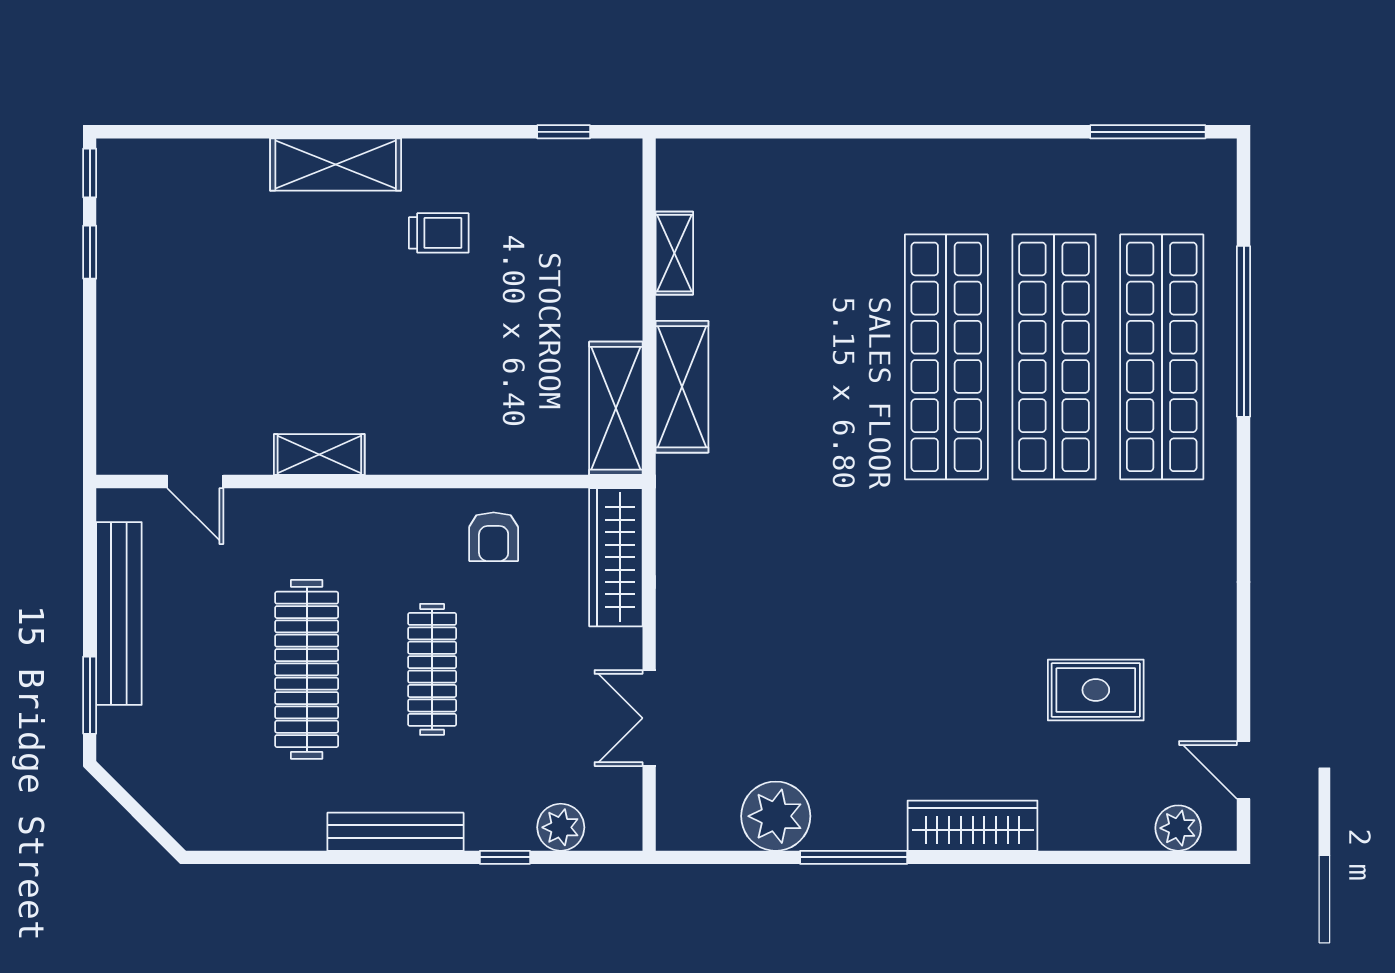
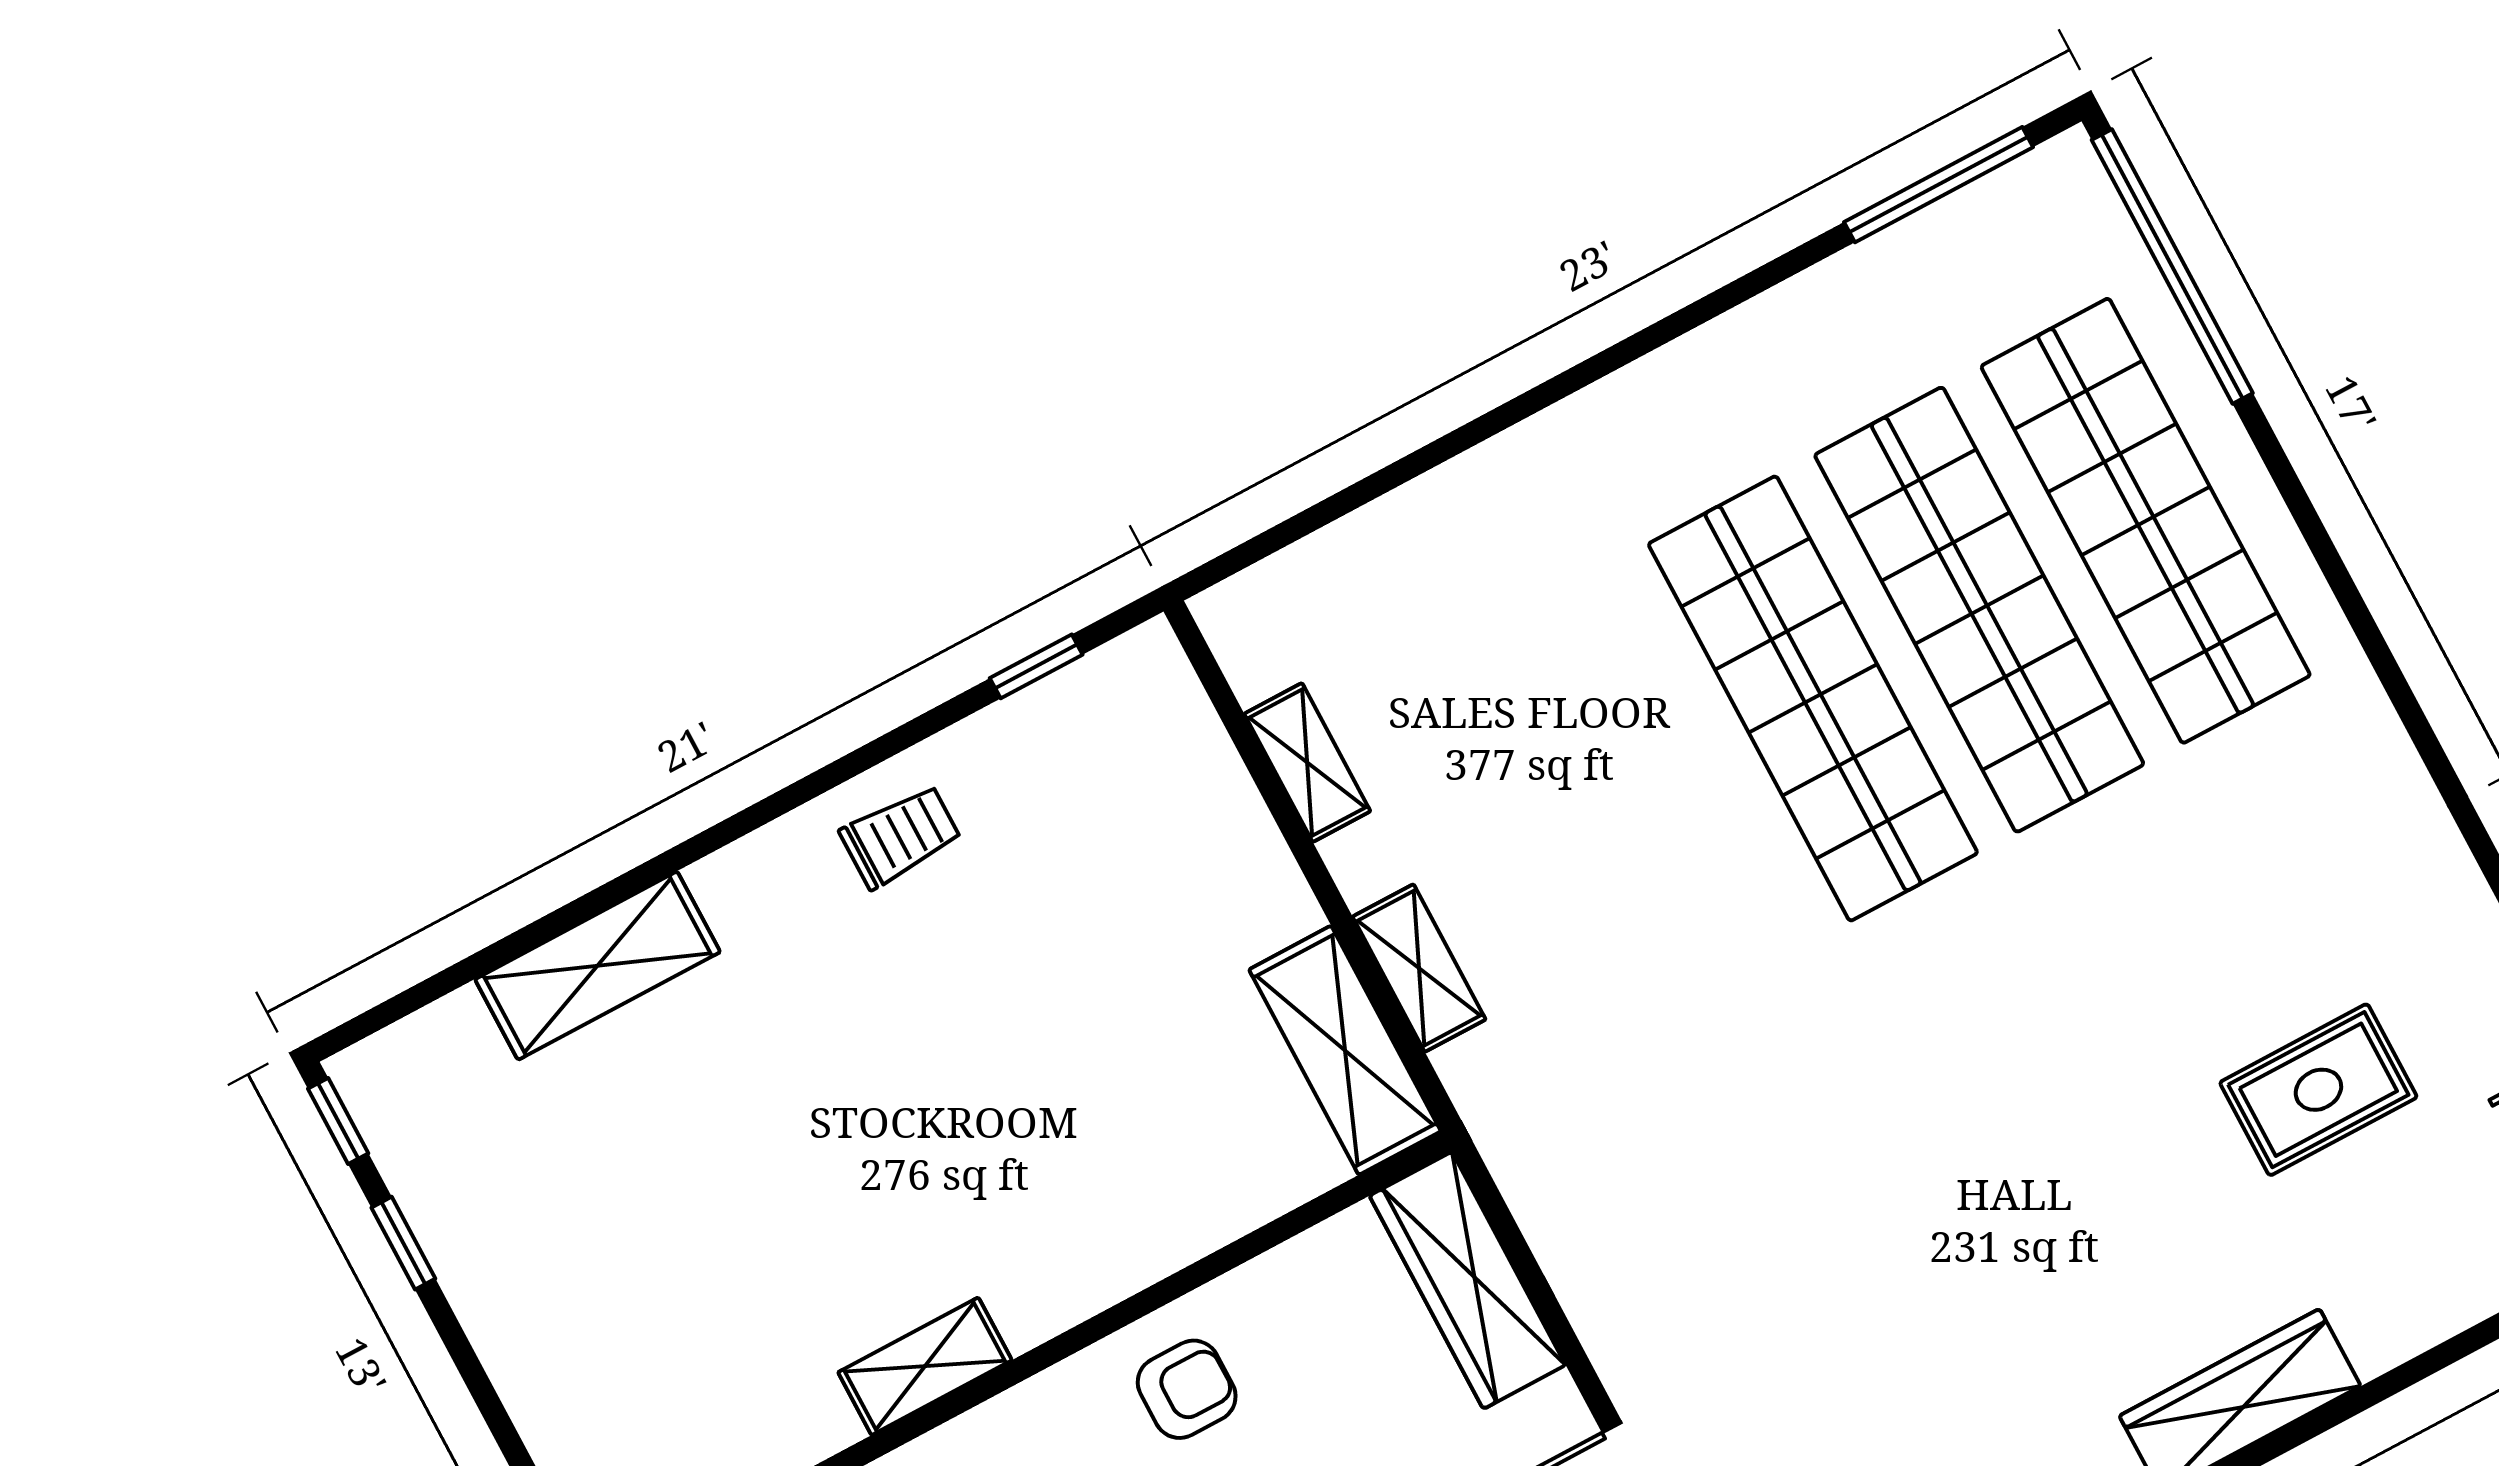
shelving: (336, 165) -> (598, 966), moved
trolley: (439, 233) -> (900, 836), moved
window: (1244, 331) -> (2172, 266), moved
shelving: (682, 387) -> (1419, 968), width x0.67, depth x0.75
armchair: (494, 537) -> (1187, 1389), moved, turned -90

